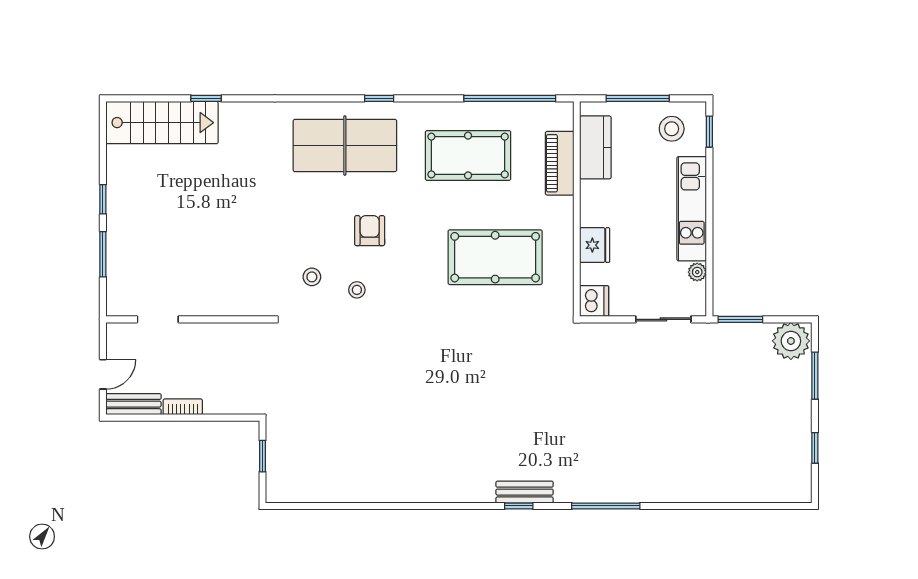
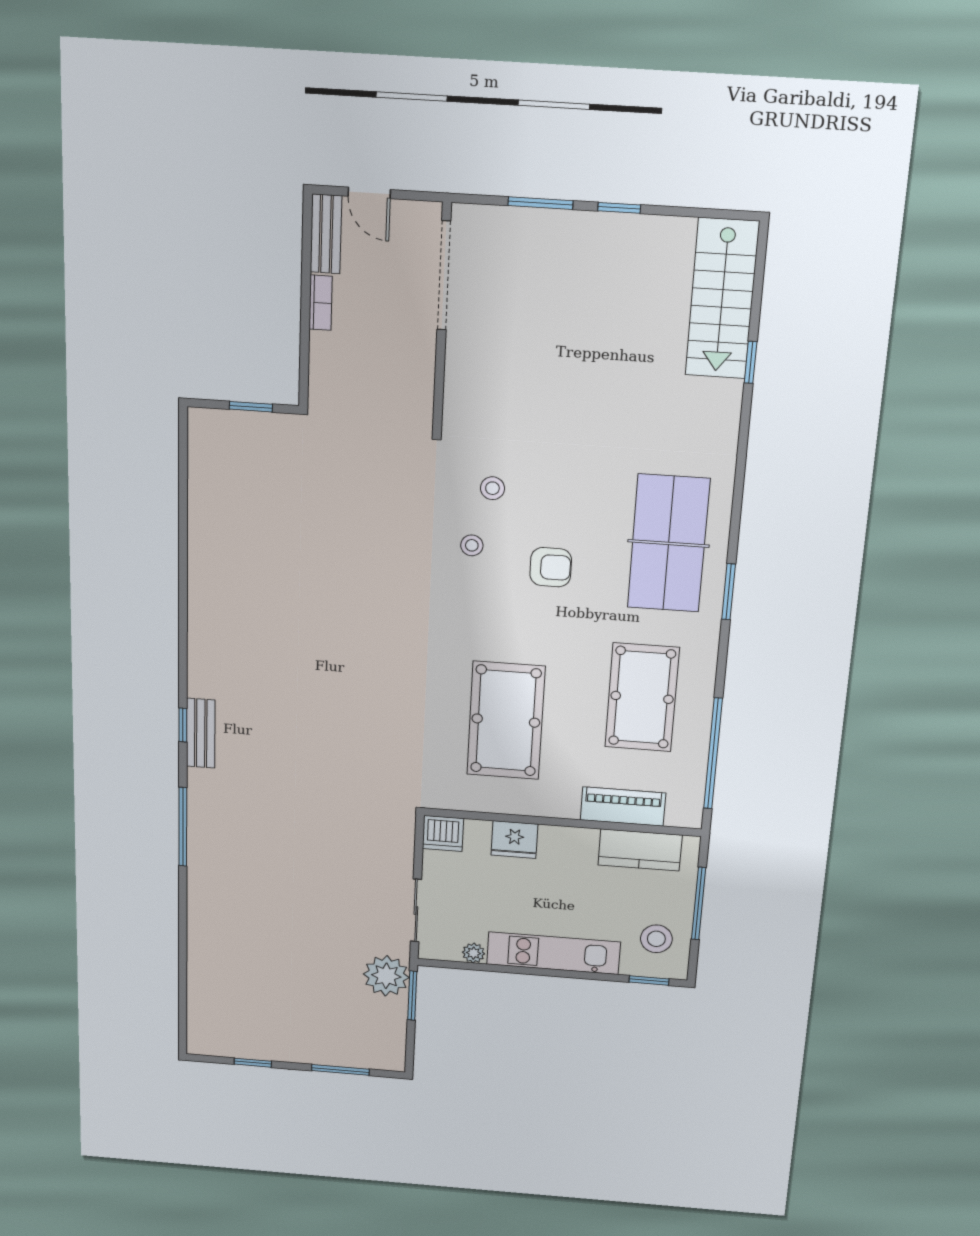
window: (379, 98) -> (729, 592), width x1.50
doorway: (158, 319) -> (444, 276), width x1.88
plant: (791, 341) -> (386, 976), moved

